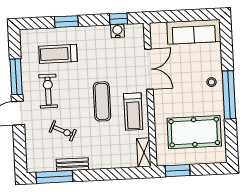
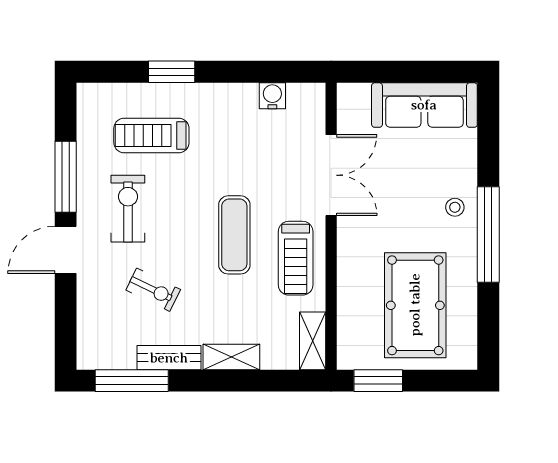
window: (119, 19) -> (276, 72), removed
pool table: (194, 132) -> (415, 305), turned 90
shelving: (104, 163) -> (231, 357), added

